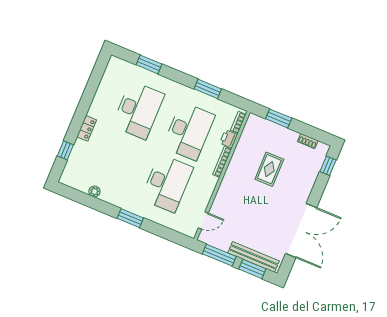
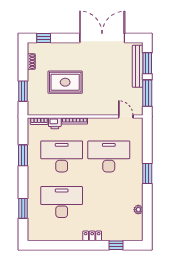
rug: (269, 169) -> (65, 82), width x1.36, depth x1.43

